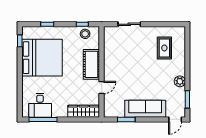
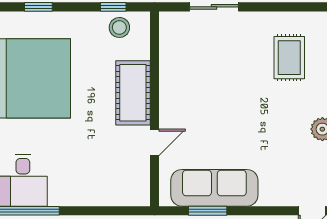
sofa: (145, 109) -> (214, 188), moved
wardrobe: (84, 111) -> (116, 193), removed

